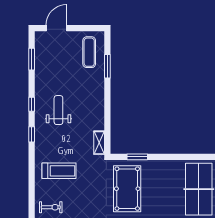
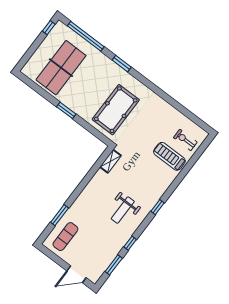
window: (32, 104) -> (130, 243), moved
window: (137, 157) -> (66, 110), moved
treadmill: (59, 171) -> (169, 156), moved

